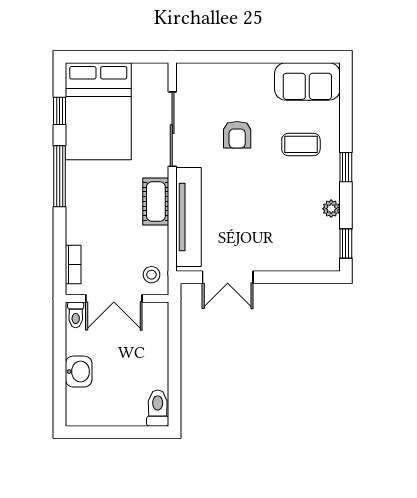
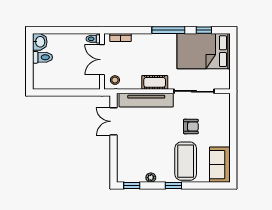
armchair: (237, 135) -> (191, 127), turned 180
coffee table: (301, 144) -> (186, 161), width x1.86, depth x1.72
washbasin: (79, 372) -> (40, 42), moved, turned -90
toilet: (158, 408) -> (42, 57), moved

